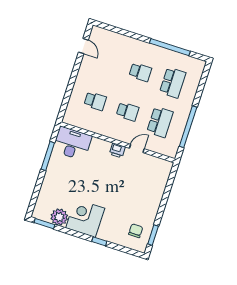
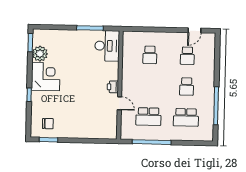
school desk: (128, 112) -> (187, 56), moved

